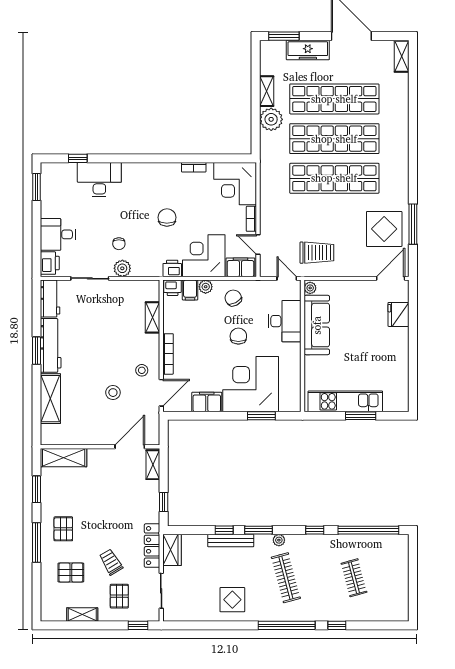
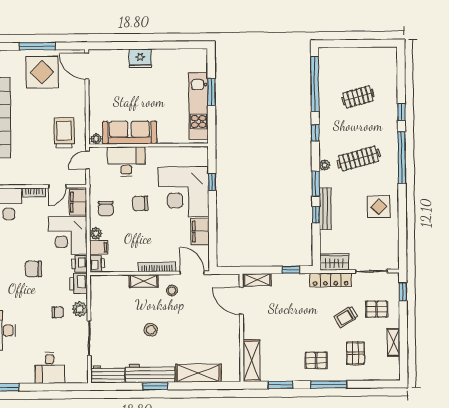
printer: (50, 263) -> (79, 284), moved, turned -90
chair: (233, 298) -> (106, 208), turned -63
fridge: (399, 314) -> (140, 58), moved
shelving: (153, 317) -> (144, 281), moved
stool: (113, 393) -> (151, 330), moved
window: (261, 416) -> (212, 182), width x0.67

